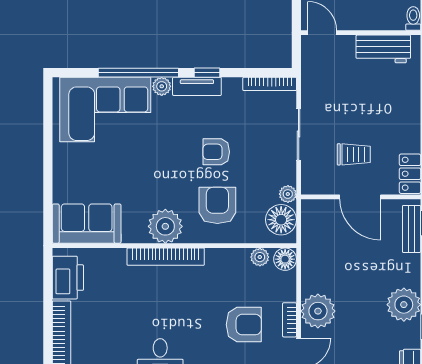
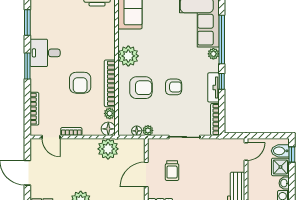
tv unit: (197, 86) -> (213, 87), moved
armchair: (216, 152) -> (174, 87), turned 90
floor lamp: (281, 220) -> (137, 131), width x0.53, depth x0.53
bookcase: (166, 257) -> (110, 83), moved
plant: (318, 311) -> (108, 149), moved
armchair: (244, 325) -> (80, 83), moved

